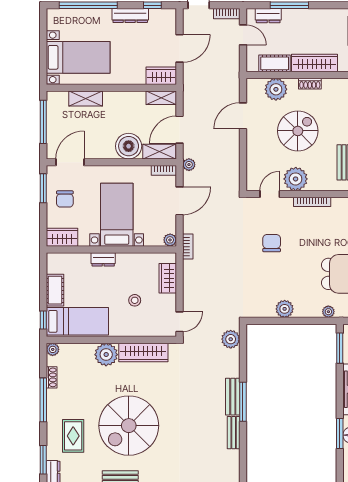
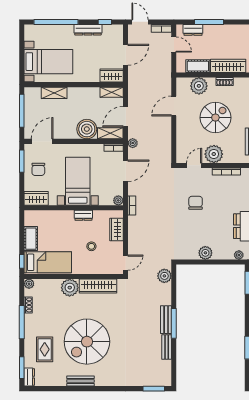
dresser: (103, 259) -> (83, 215), moved

